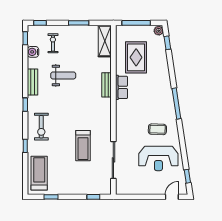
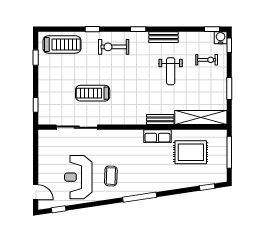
plant: (159, 31) -> (221, 177), removed
shelving: (105, 41) -> (201, 118), width x1.47
water cooler: (33, 52) -> (221, 38), moved

